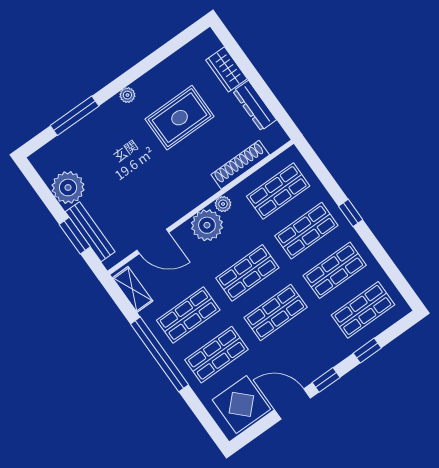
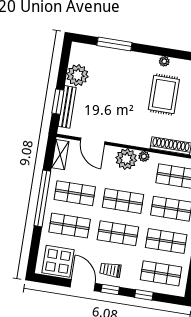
plant: (127, 95) -> (164, 61), moved
rug: (180, 118) -> (164, 94), turned 90
trolley: (306, 359) -> (110, 270), added

